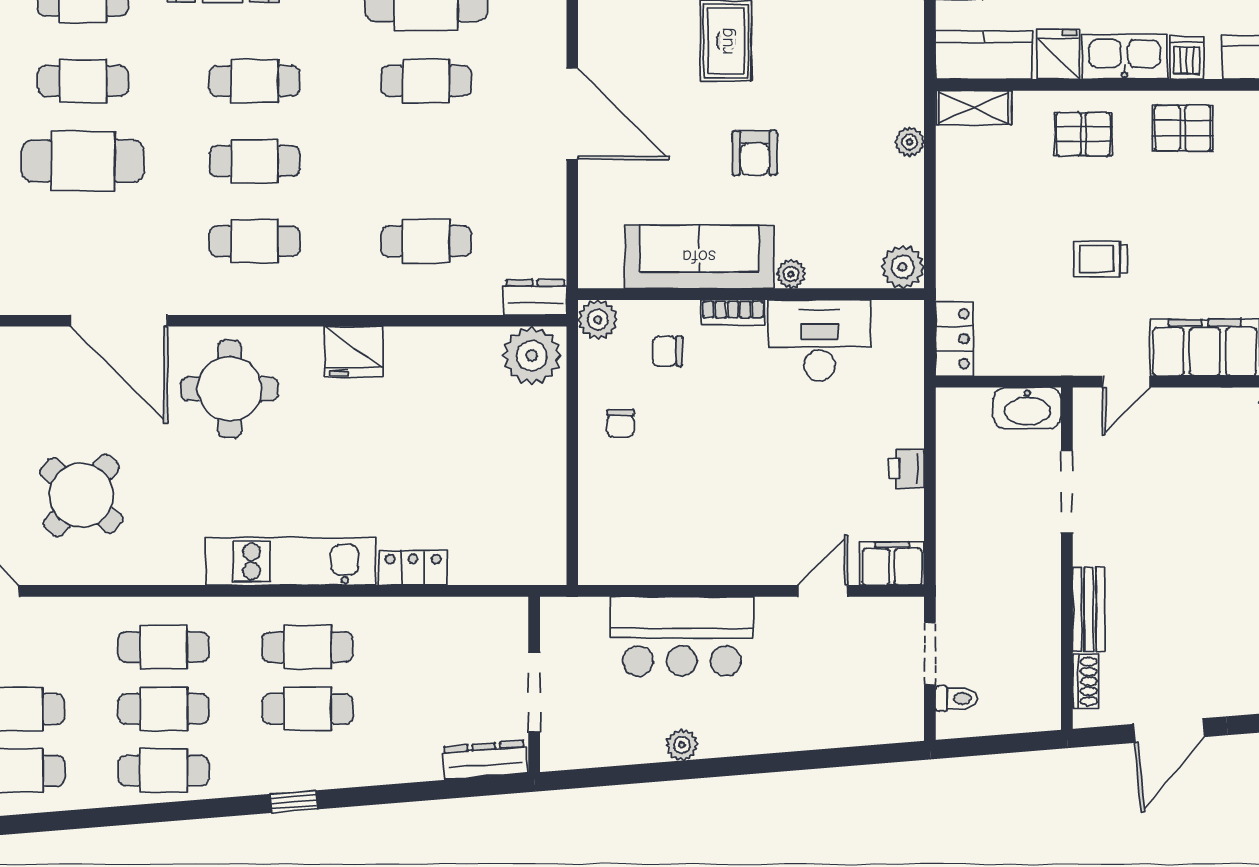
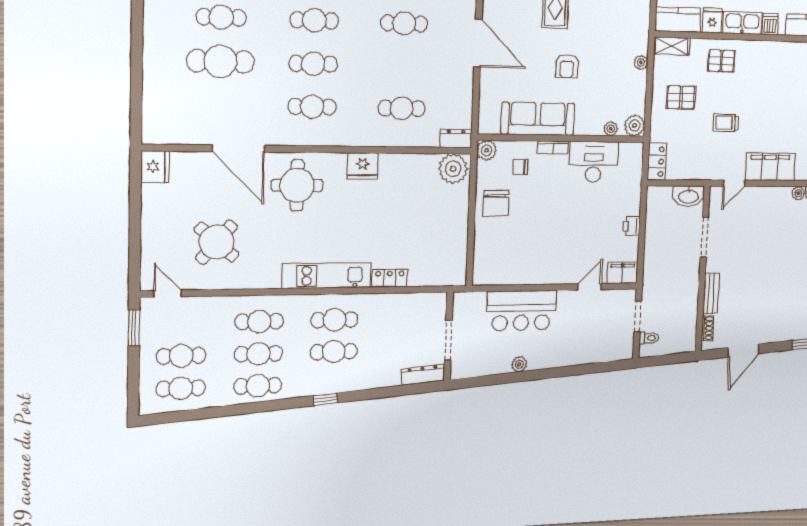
pallet: (1182, 128) -> (681, 97), moved
plant: (791, 274) -> (611, 129), moved
chair: (621, 423) -> (496, 204), width x1.87, depth x1.87

